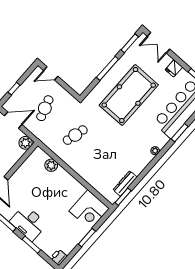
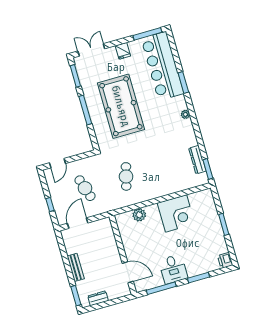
double door: (159, 43) -> (91, 50), swing flipped
plant: (26, 143) -> (105, 225), removed
corner desk: (89, 210) -> (176, 213), moved
desk: (28, 223) -> (173, 269), width x0.73

